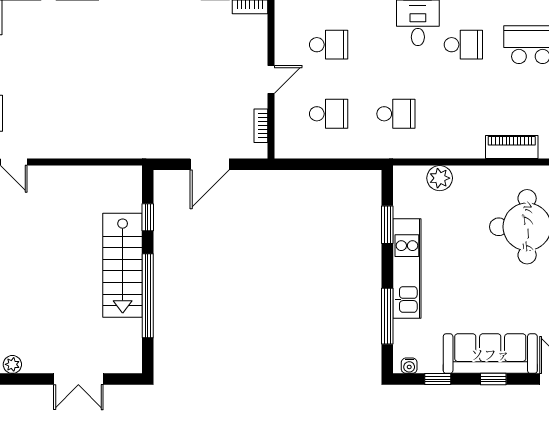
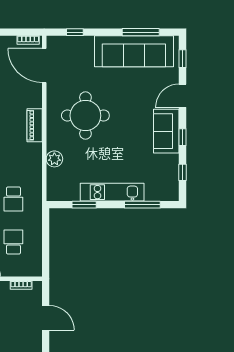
school desk: (396, 114) -> (13, 199), turned 180
plant: (440, 178) -> (54, 159), moved
sofa: (490, 354) -> (166, 131), width x0.73
water cooler: (409, 366) -> (174, 191), removed

